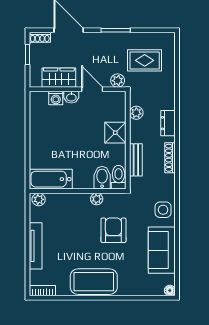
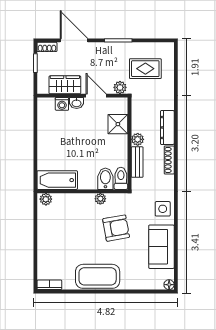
plant: (136, 113) -> (138, 139), moved
dresser: (168, 123) -> (167, 127), width x1.44
shower: (115, 133) -> (118, 124), moved
armchair: (113, 230) -> (116, 228), turned 80
tv unit: (36, 246) -> (43, 243), removed

